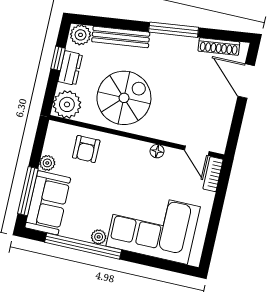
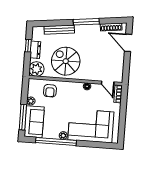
plant: (81, 35) -> (38, 32), removed
spiral stairs: (124, 98) -> (66, 61), turned -90

